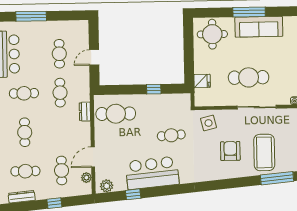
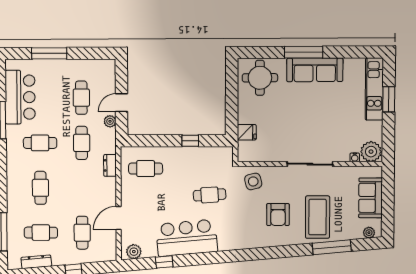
cafe table: (249, 77) -> (301, 129), removed
cafe table: (116, 114) -> (146, 169), width x0.73, depth x0.74
armchair: (230, 151) -> (278, 215), turned 180
plant: (86, 178) -> (110, 121), moved

